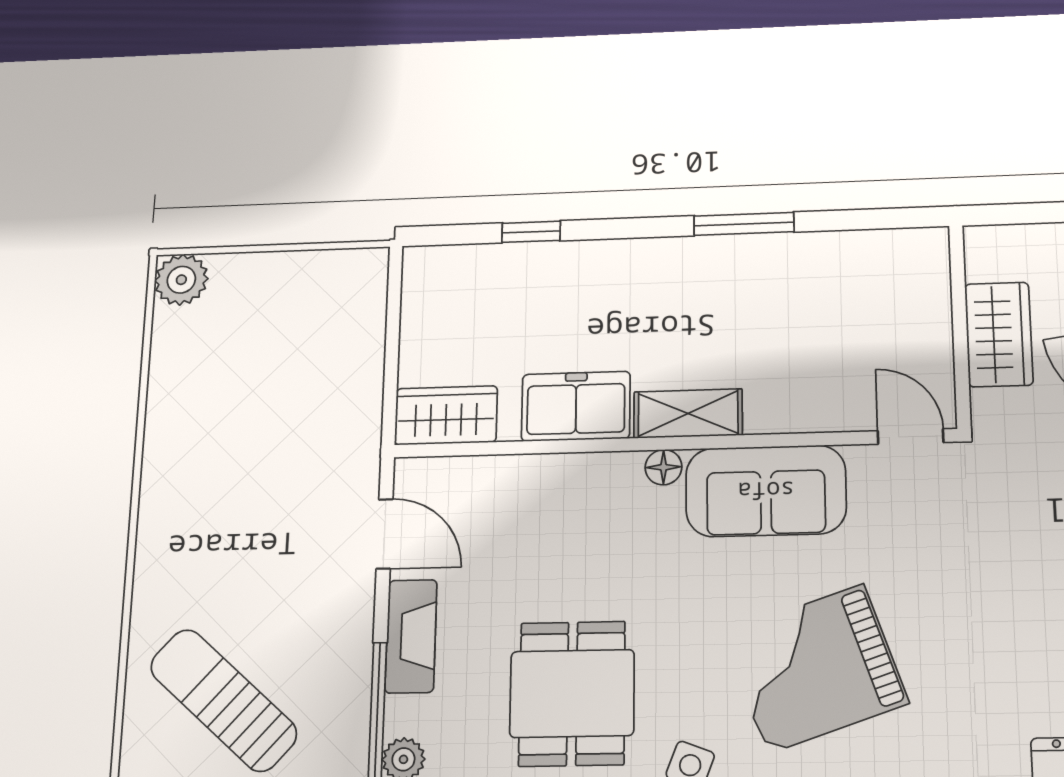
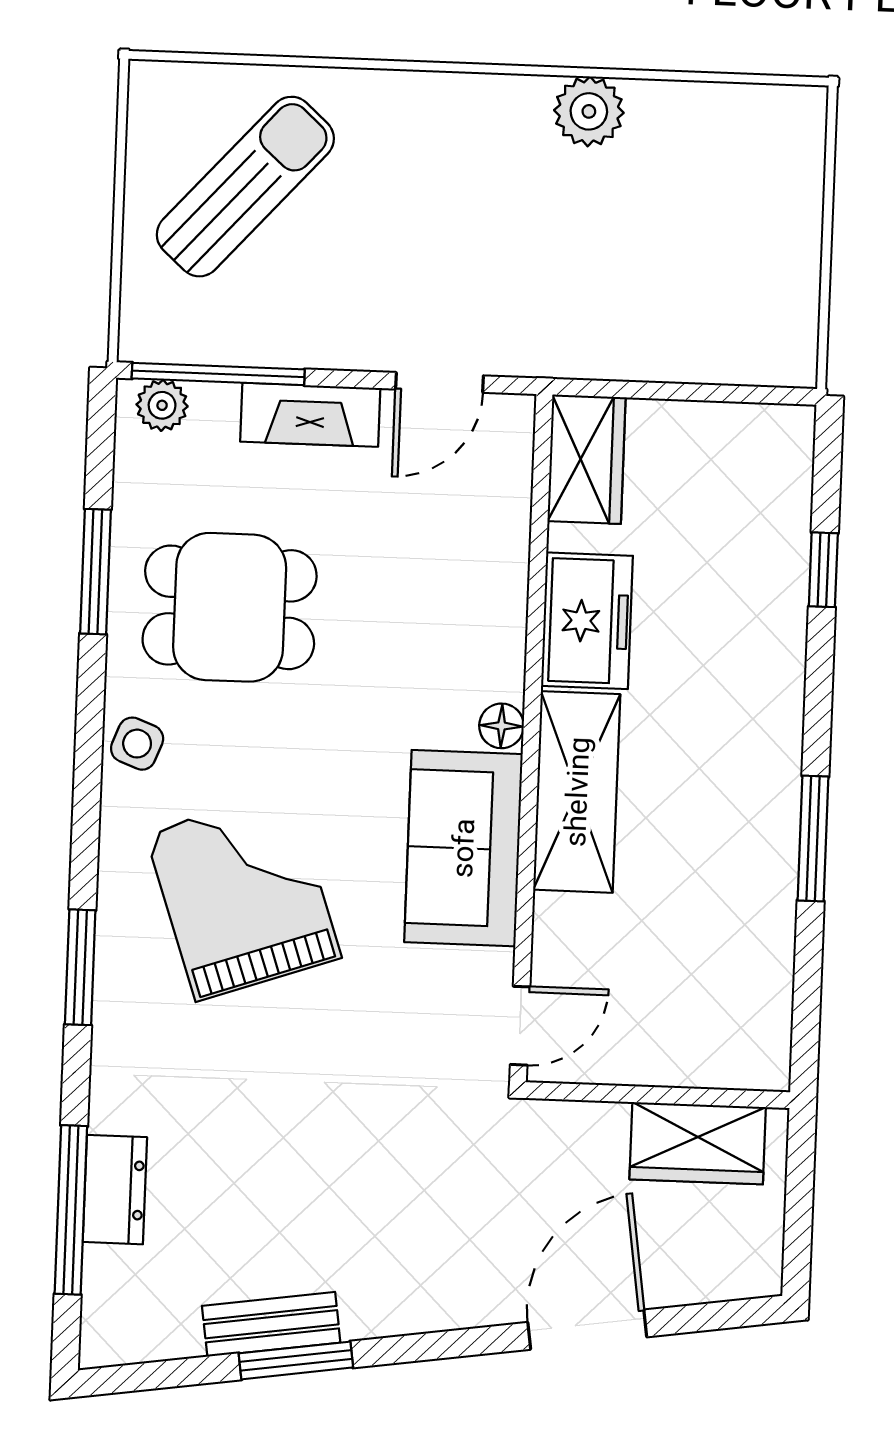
plant: (181, 280) -> (589, 111), moved
wardrobe: (999, 334) -> (698, 1143), moved
shelving: (688, 413) -> (577, 792), width x1.50, depth x1.33

